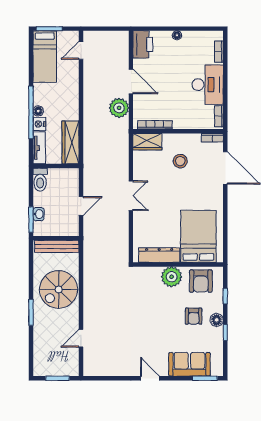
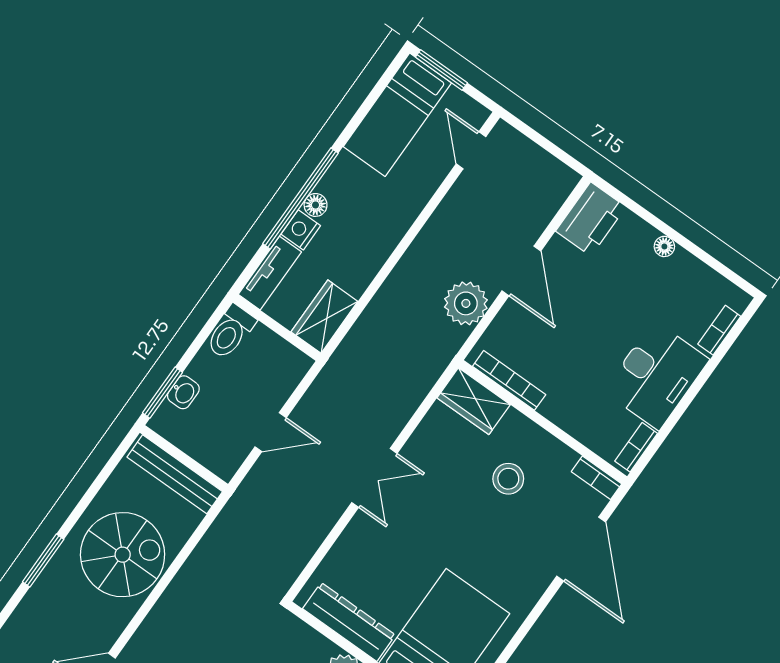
door: (81, 50) -> (471, 150), hinge flipped
wardrobe: (71, 142) -> (324, 317), width x0.67
spiral stairs: (59, 289) -> (123, 555), turned 180

